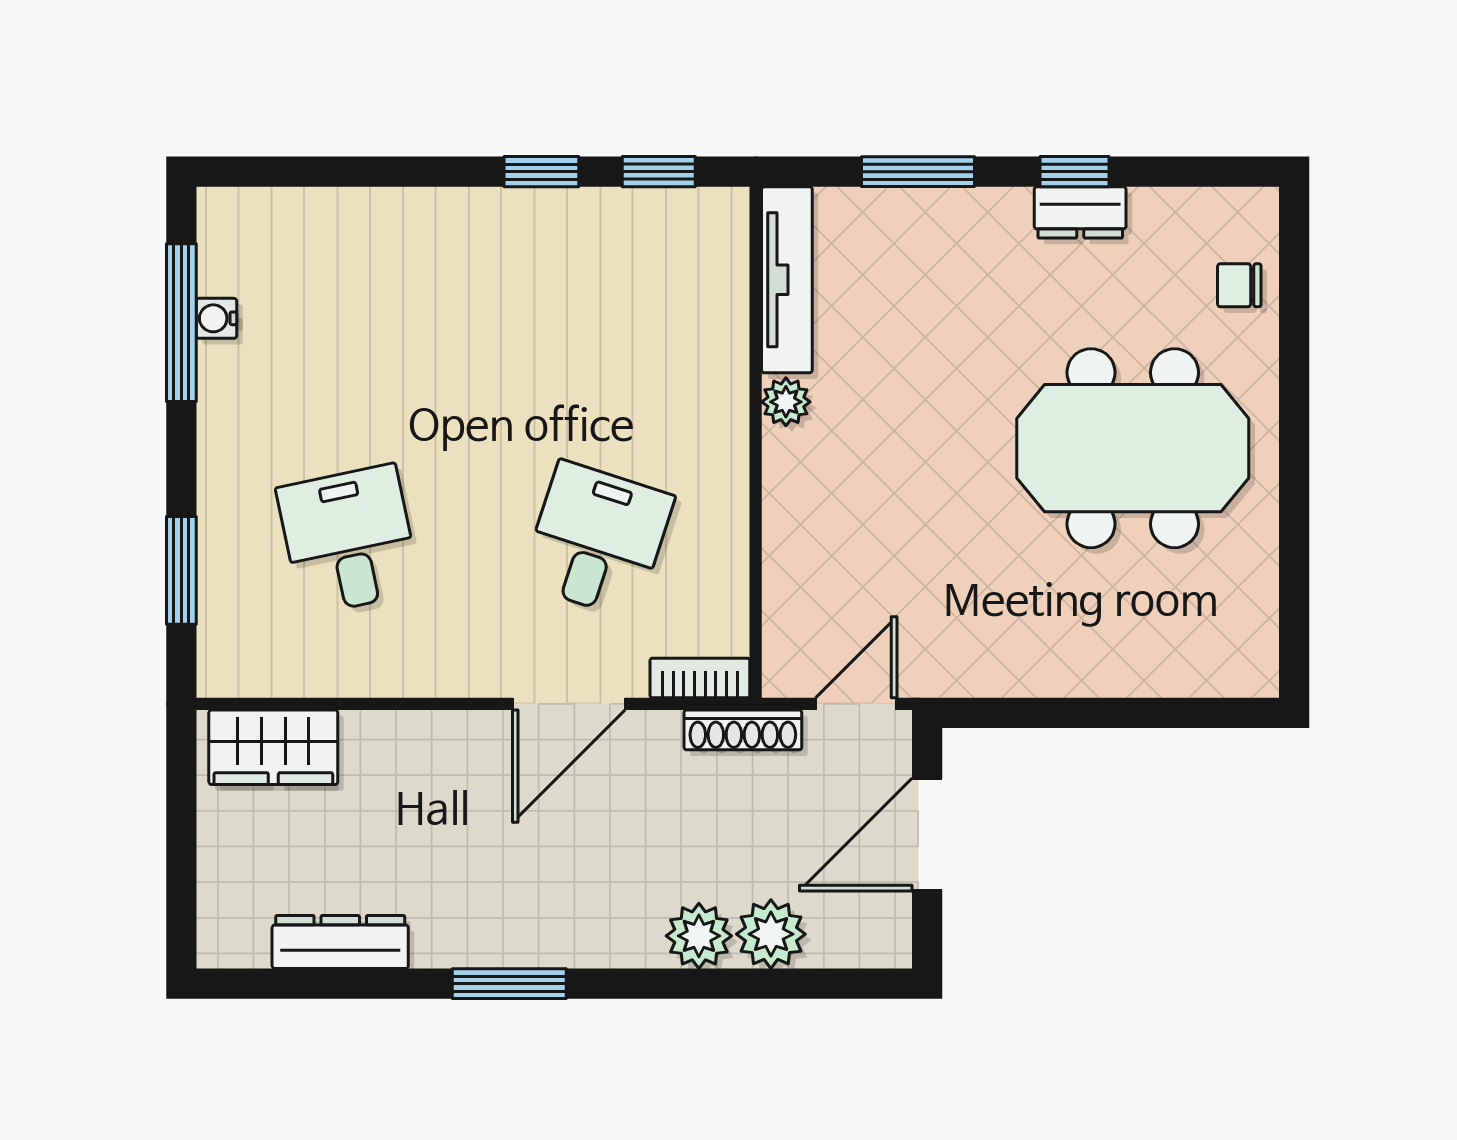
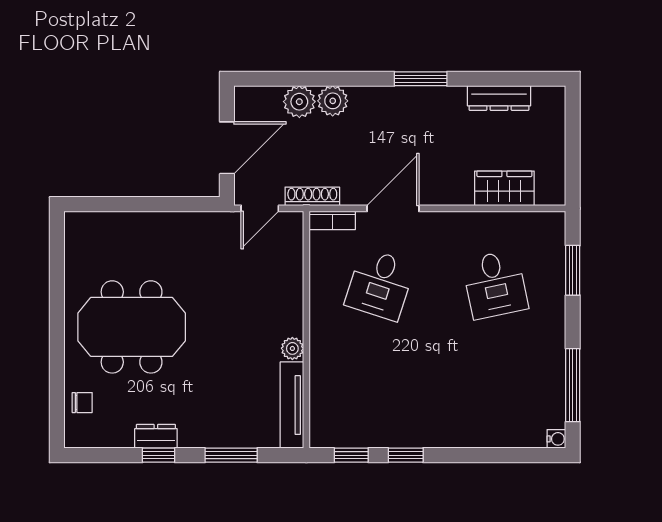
water cooler: (216, 318) -> (556, 439), moved
wardrobe: (273, 747) -> (504, 188), moved

